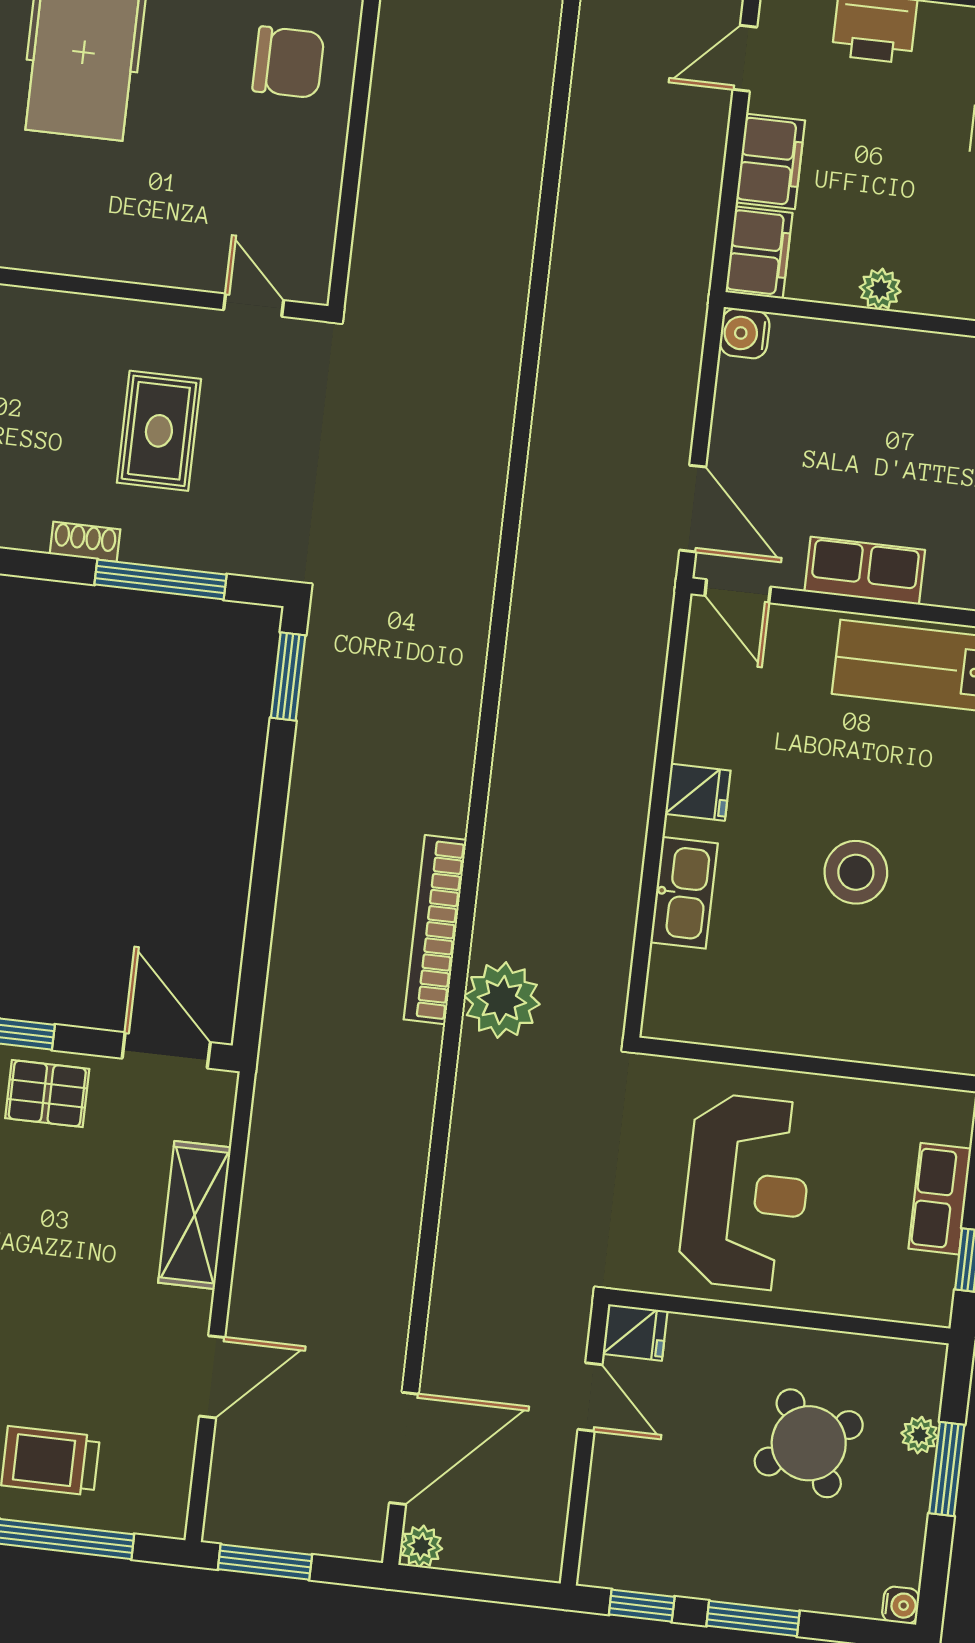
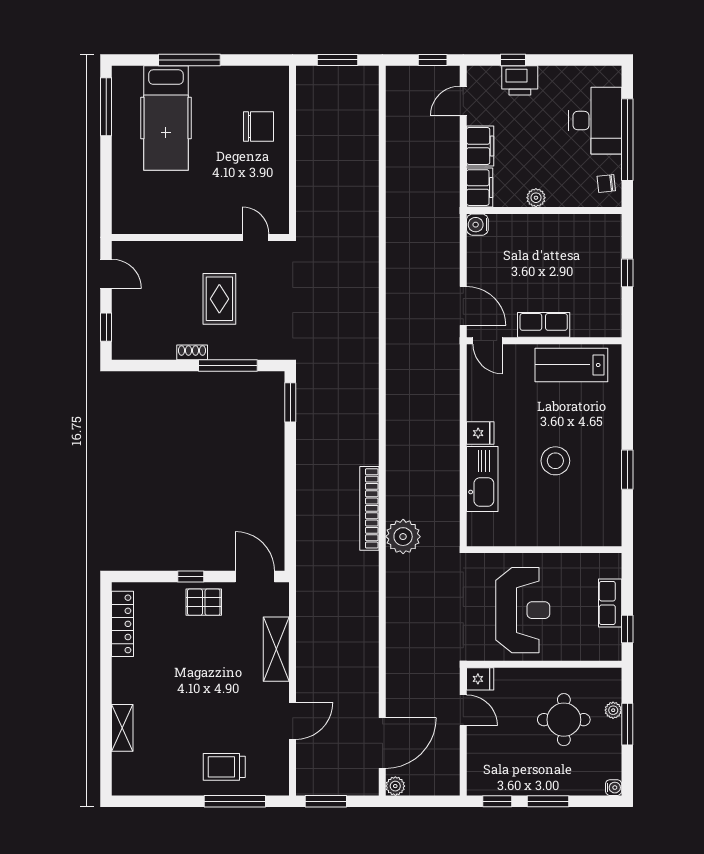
kitchen sink: (684, 893) -> (482, 479), width x1.36, depth x1.24
round table: (809, 1443) -> (564, 720), turned 31

